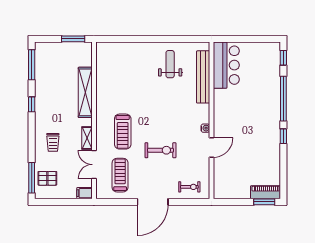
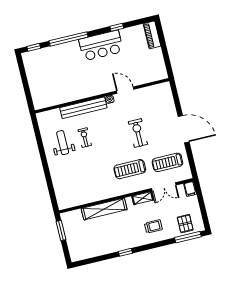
weight bench: (170, 64) -> (63, 143), turned 90
window: (32, 65) -> (92, 260), removed
bar counter: (226, 65) -> (101, 45), moved, turned 180
bench: (203, 77) -> (83, 108), moved
treadmill: (123, 132) -> (130, 169), turned 180
window: (283, 136) -> (117, 27), moved
exercise bike: (189, 187) -> (85, 138), moved
window: (264, 202) -> (161, 34), removed

